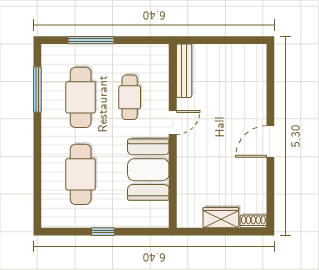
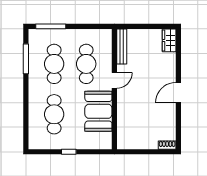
window: (91, 40) -> (51, 26), moved
cafe table: (130, 97) -> (86, 64), width x1.37, depth x1.35
wardrobe: (221, 218) -> (169, 40), moved, turned -90

